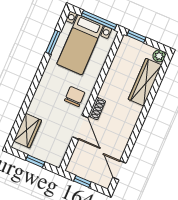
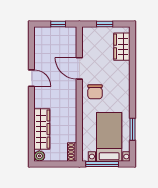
window: (136, 36) -> (65, 164), removed
shoe rack: (97, 109) -> (72, 152), moved
door: (119, 170) -> (31, 78), moved

